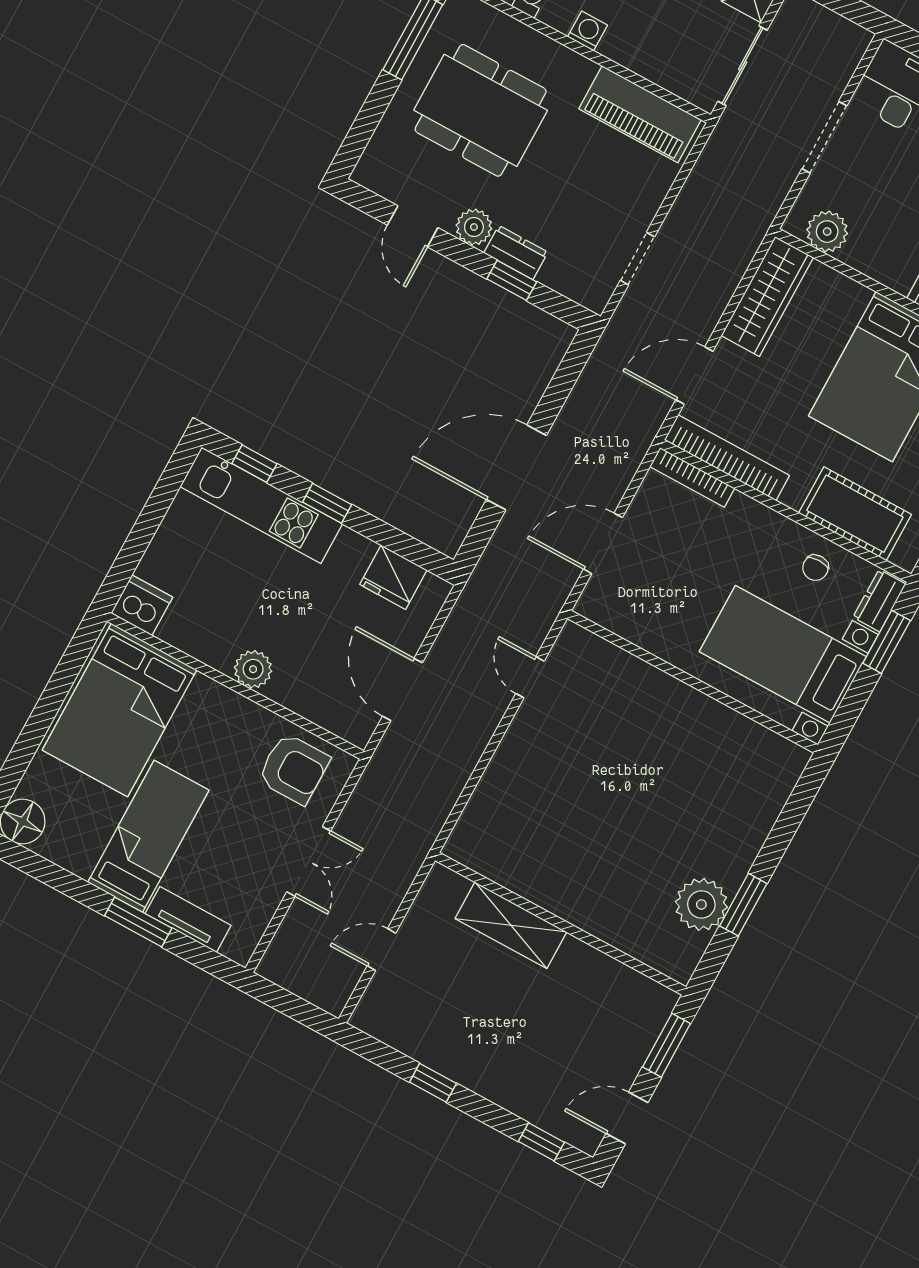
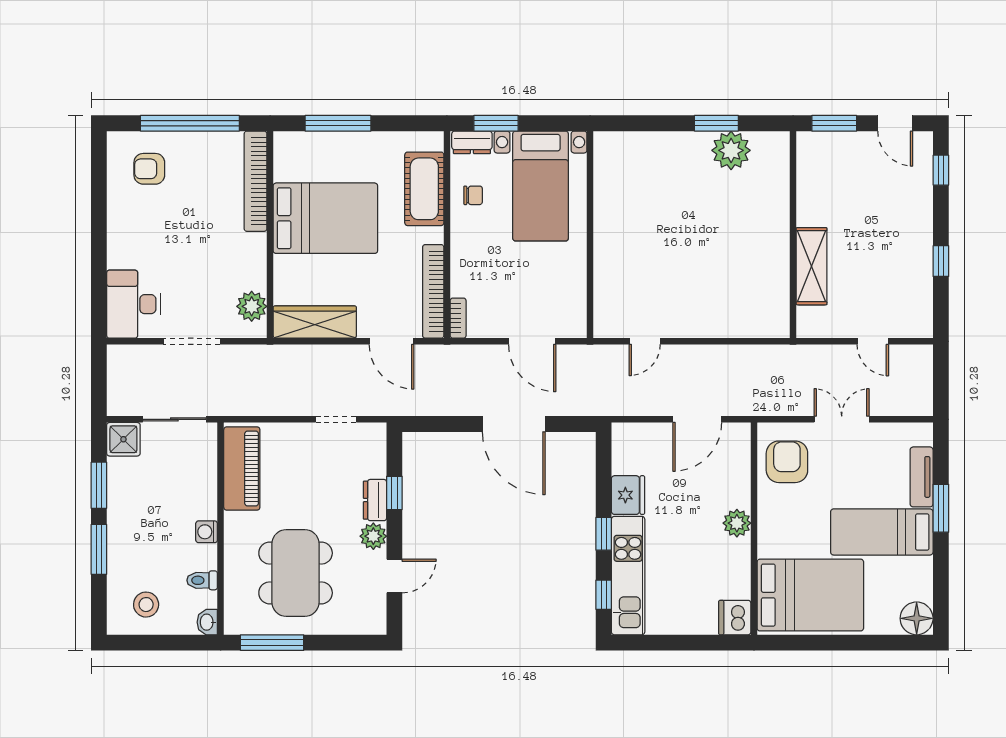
bookcase: (692, 477) -> (458, 318), width x0.64
fridge: (393, 577) -> (628, 495), moved

